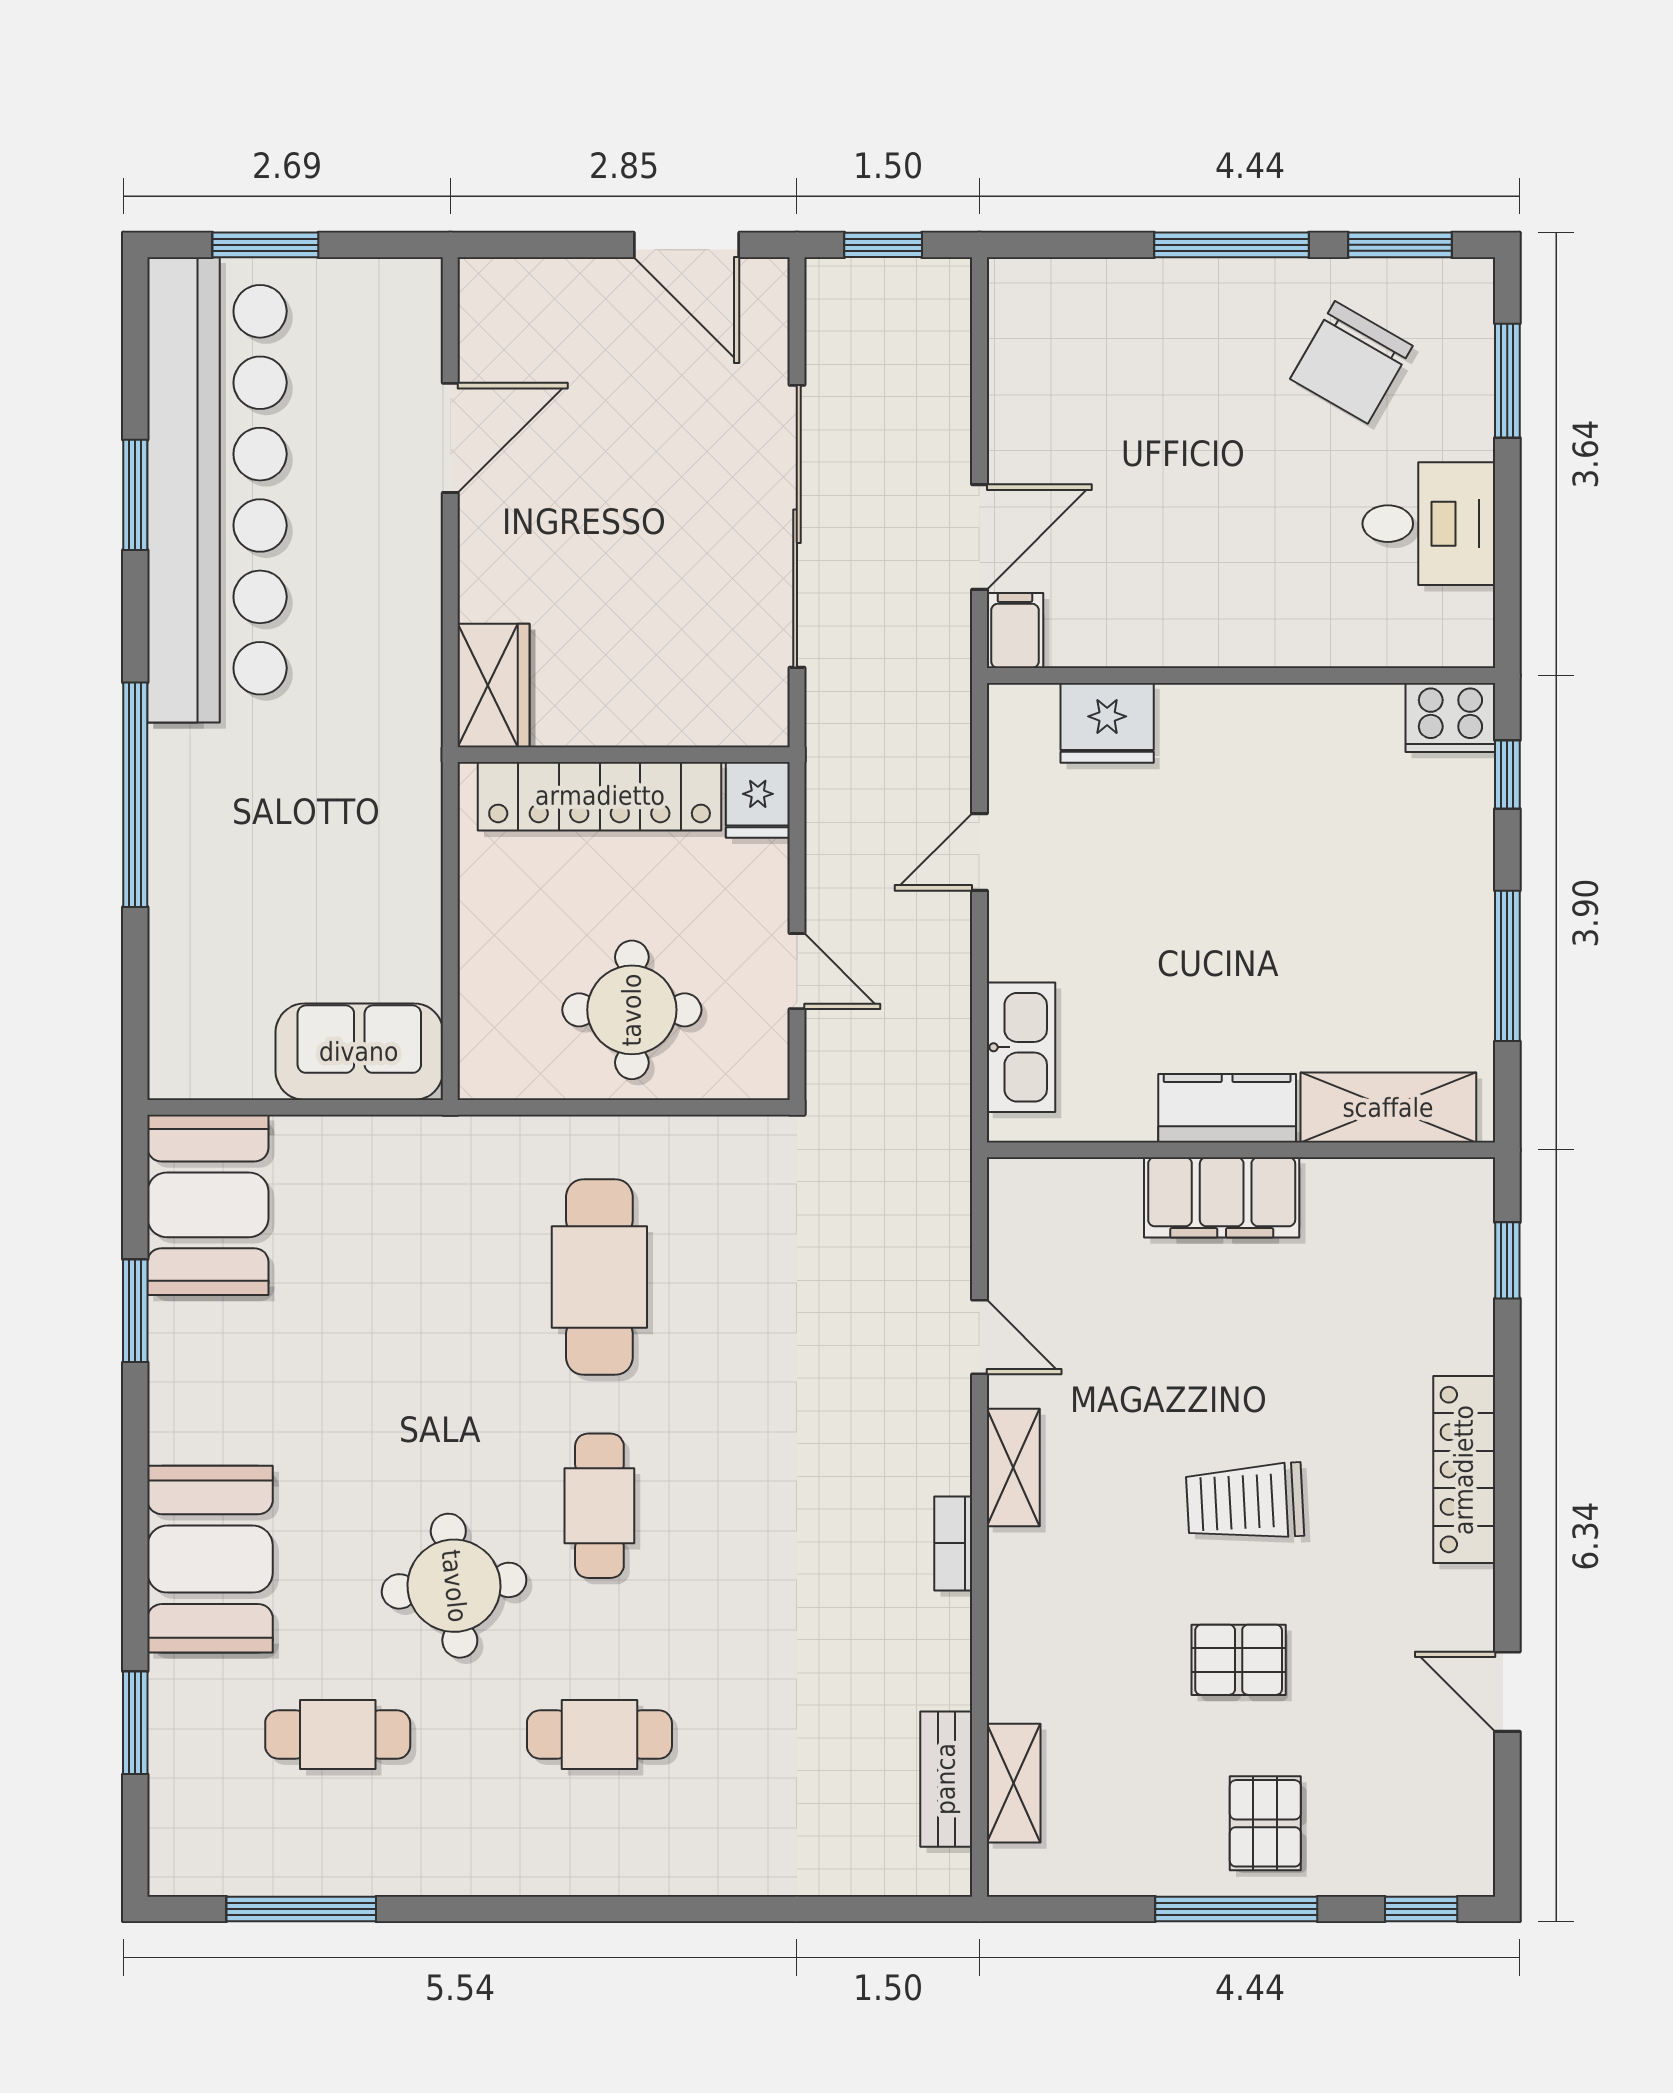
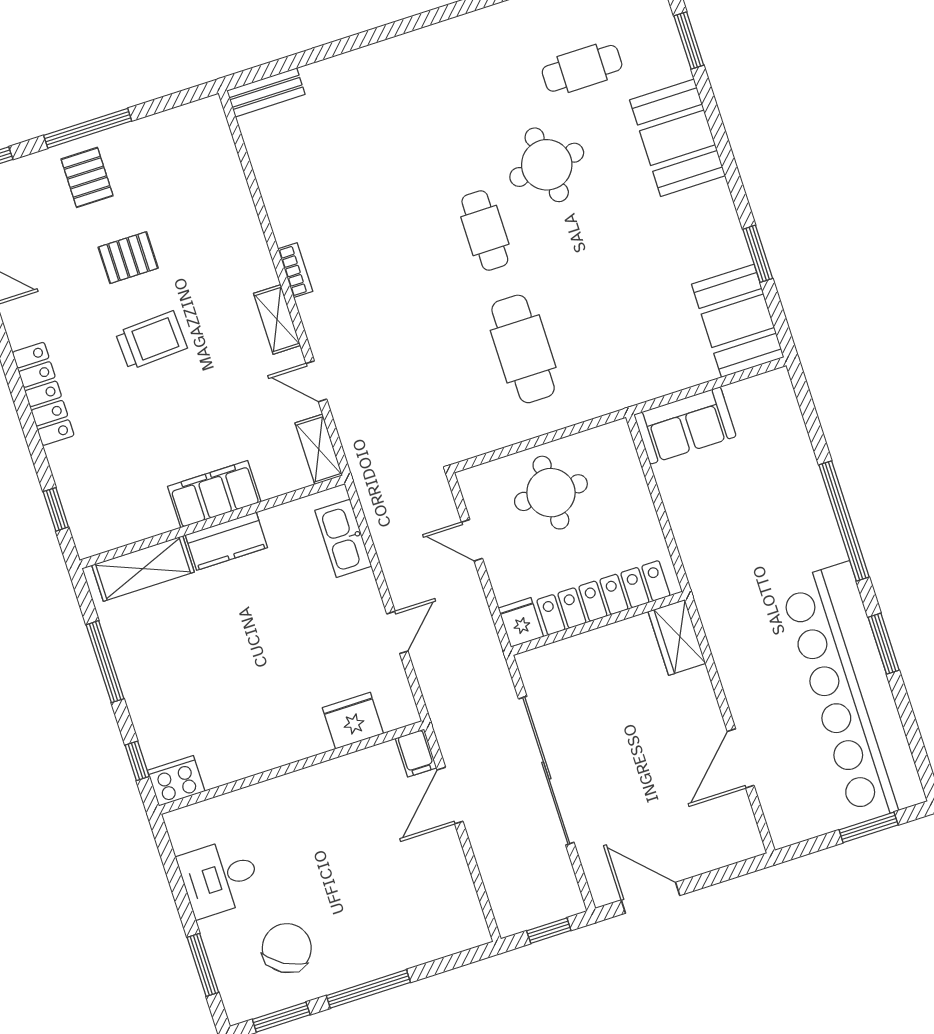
window: (135, 495) -> (884, 644), moved
cafe table: (599, 1735) -> (447, 112), removed
bench: (946, 1779) -> (266, 92), moved, turned 90
shelving: (1014, 1783) -> (319, 449), moved

